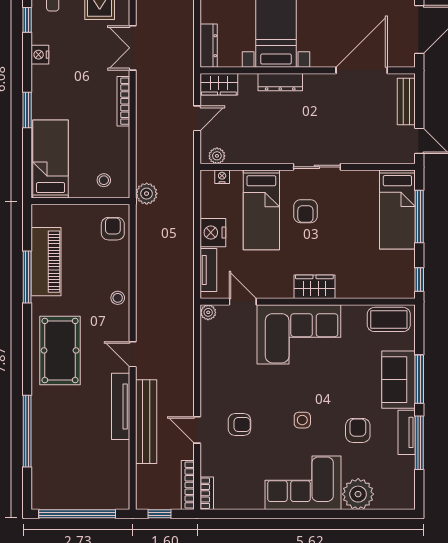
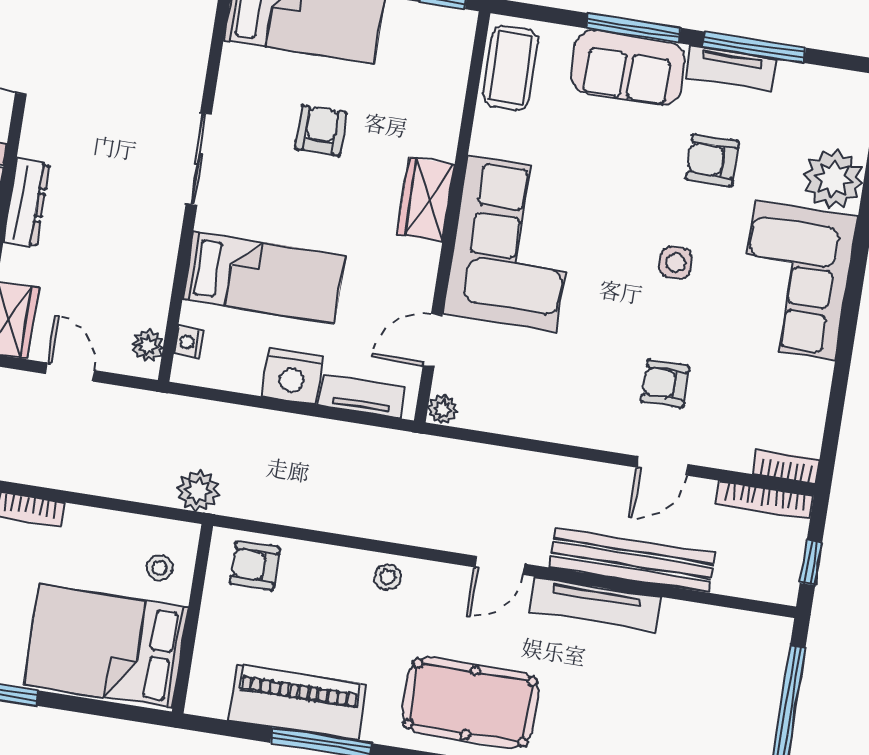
bed: (51, 159) -> (106, 646), width x1.50
armchair: (305, 211) -> (321, 131), moved, turned -90
armchair: (239, 425) -> (665, 384), turned -90

